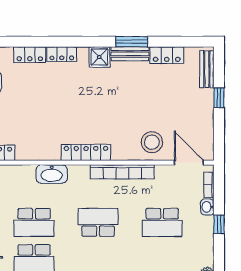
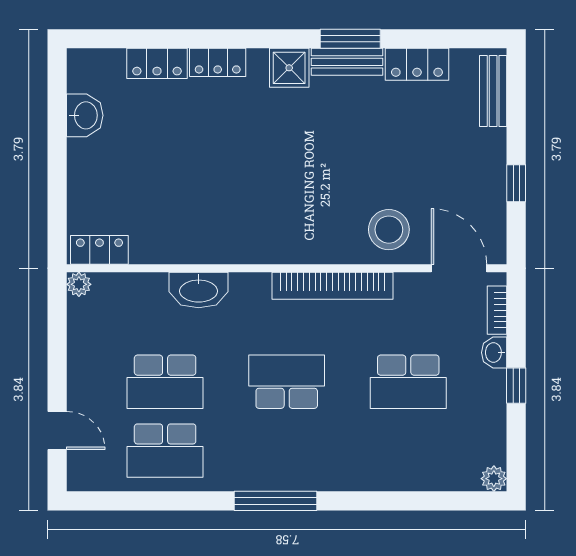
window: (219, 98) -> (516, 183), moved
locker: (86, 152) -> (264, 249), removed

